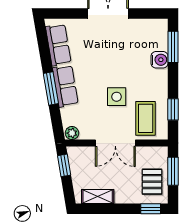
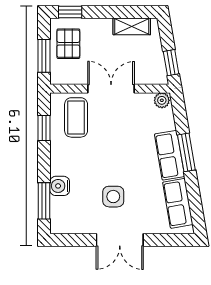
side table: (117, 97) -> (113, 197), moved

